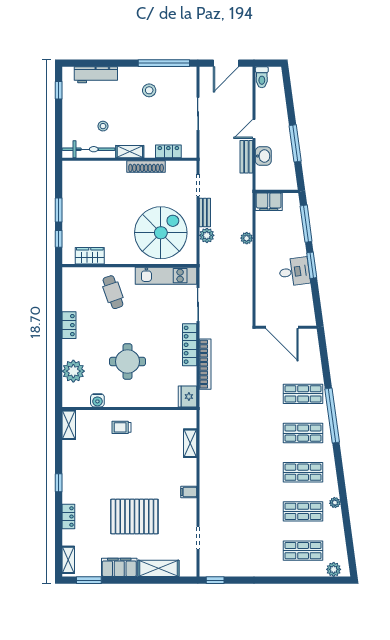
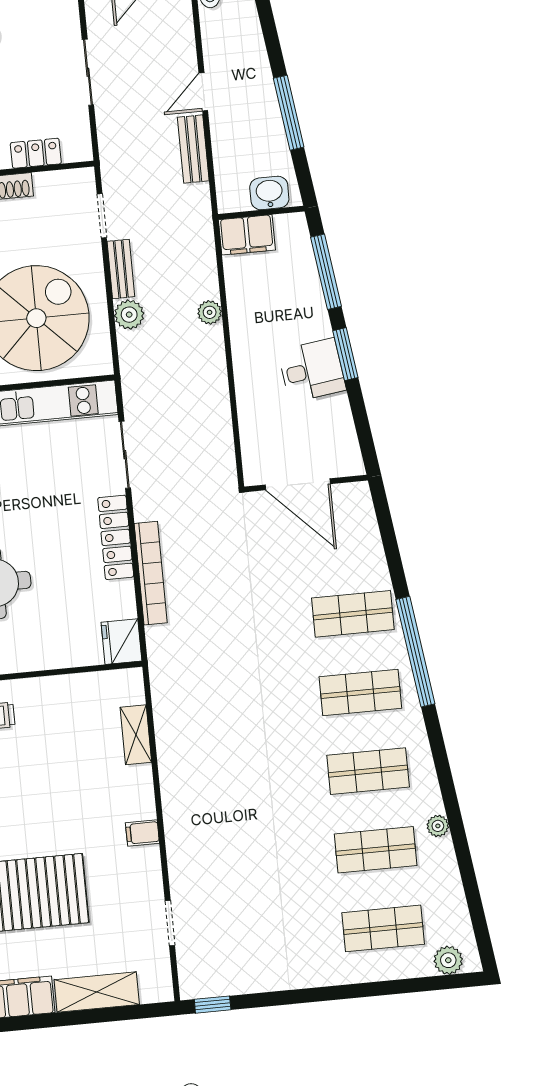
washbasin: (263, 156) -> (269, 193), moved, turned -90

